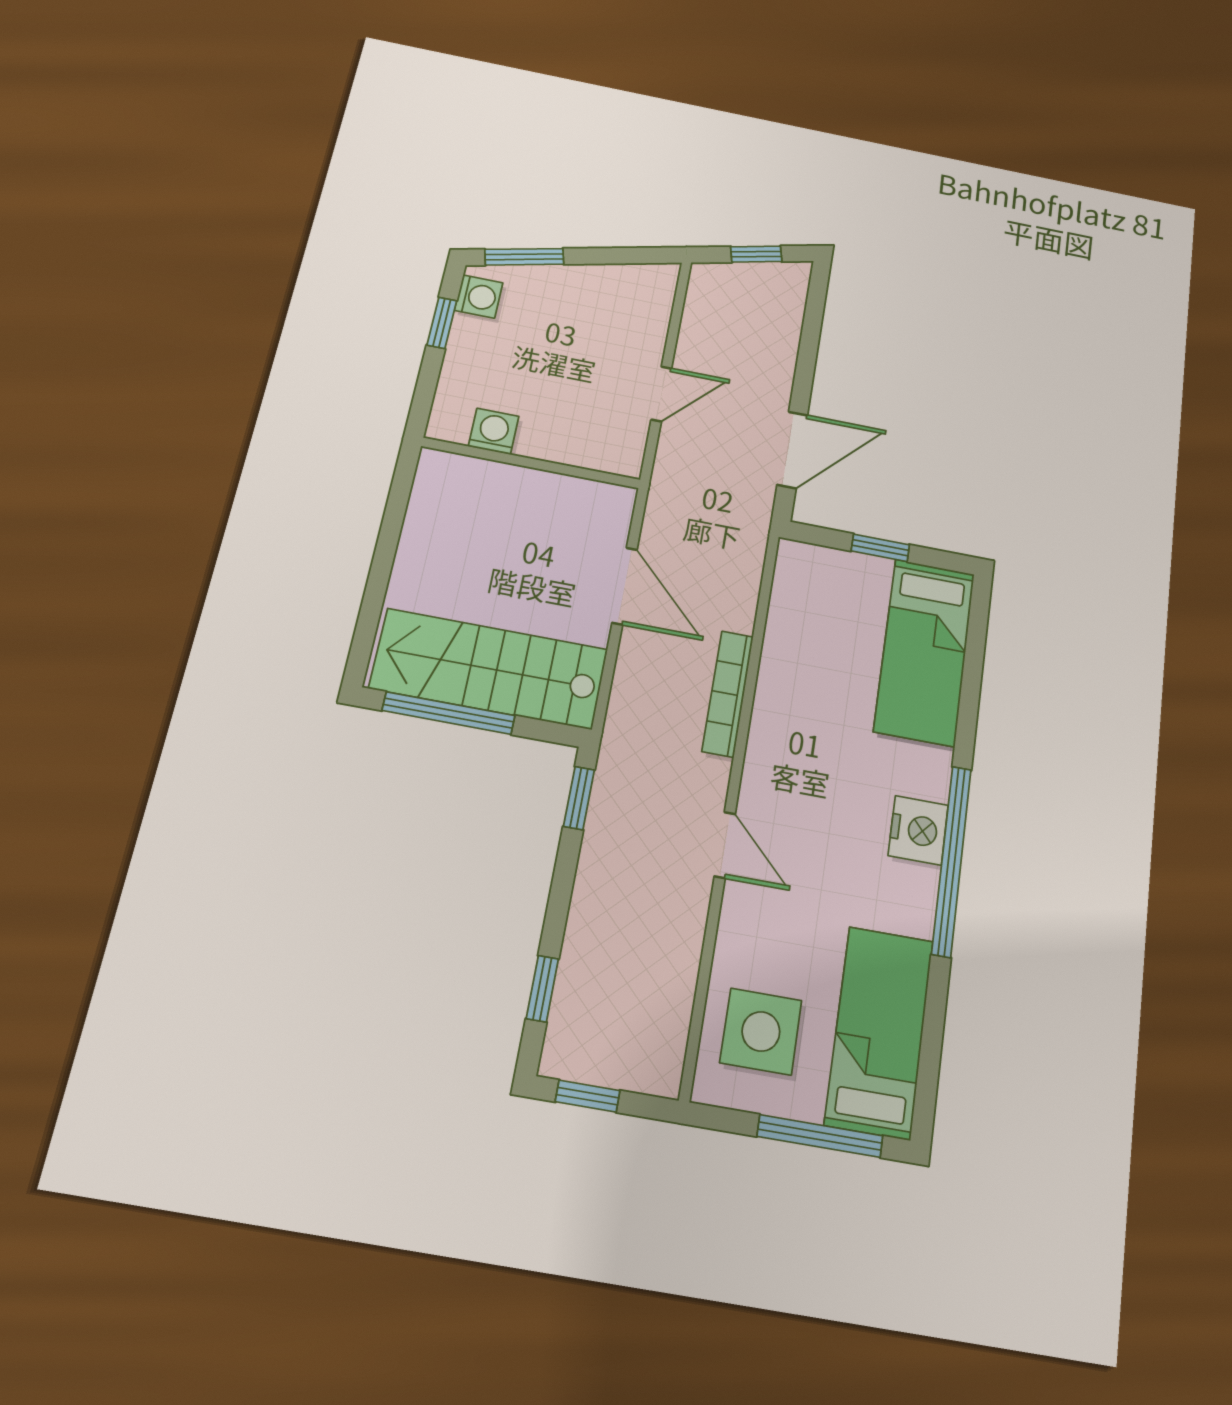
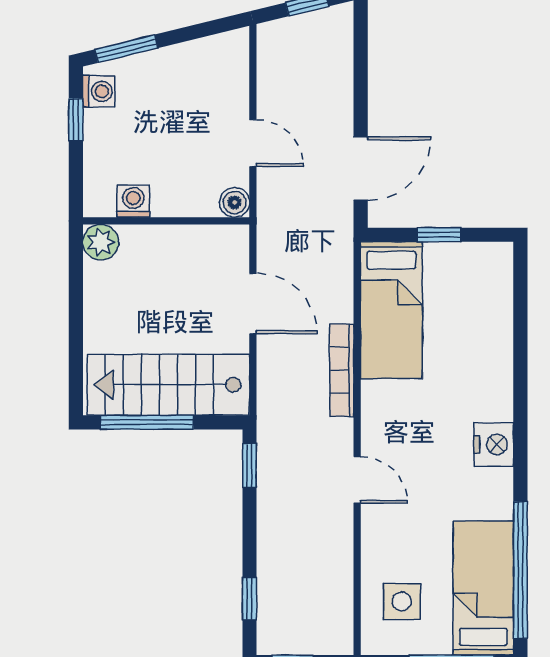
door: (661, 394) -> (253, 143), hinge flipped
boiler: (624, 458) -> (235, 202), added
plant: (439, 472) -> (101, 242), added
bed: (925, 652) -> (391, 310), moved
window: (952, 860) -> (520, 570), moved
side table: (761, 1031) -> (402, 601), width x0.73, depth x0.73

